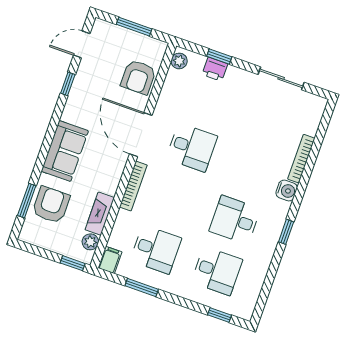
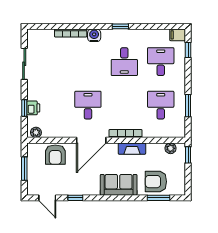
armchair: (138, 77) -> (55, 155), turned 90
fireplace: (100, 214) -> (132, 149), moved
filing cabinet: (110, 260) -> (178, 35), moved

